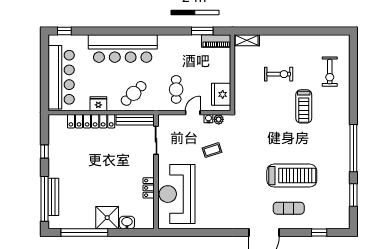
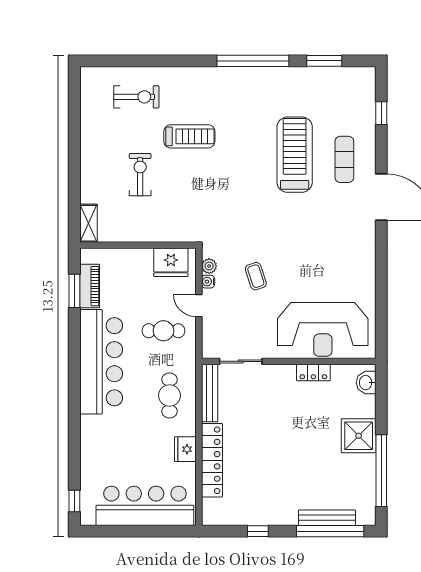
piano: (216, 41) -> (90, 286), moved
bar counter: (123, 49) -> (101, 362), moved
cafe table: (134, 93) -> (170, 395), turned 44
washbasin: (127, 223) -> (366, 383), moved

